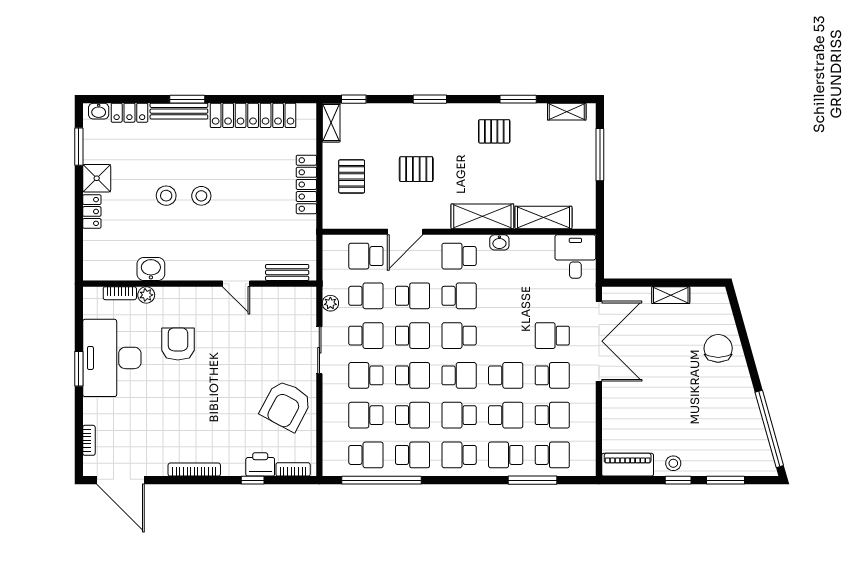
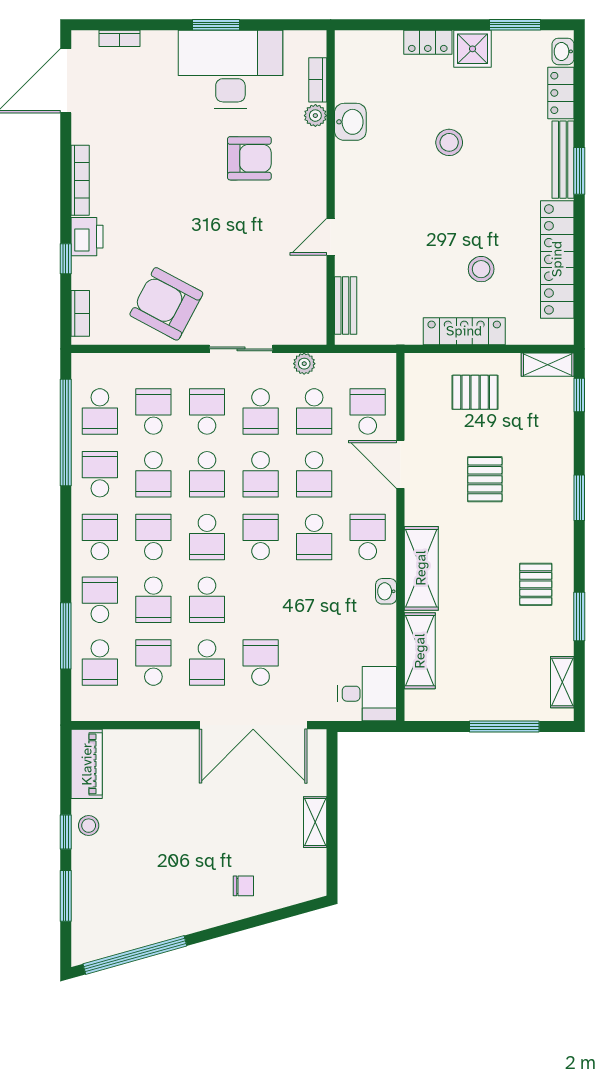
stool: (201, 196) -> (481, 269), moved
chair: (718, 348) -> (243, 886), width x0.54, depth x0.54
school desk: (552, 415) -> (153, 663), turned 180
school desk: (413, 455) -> (100, 474), turned 180
printer: (260, 464) -> (87, 237), moved

